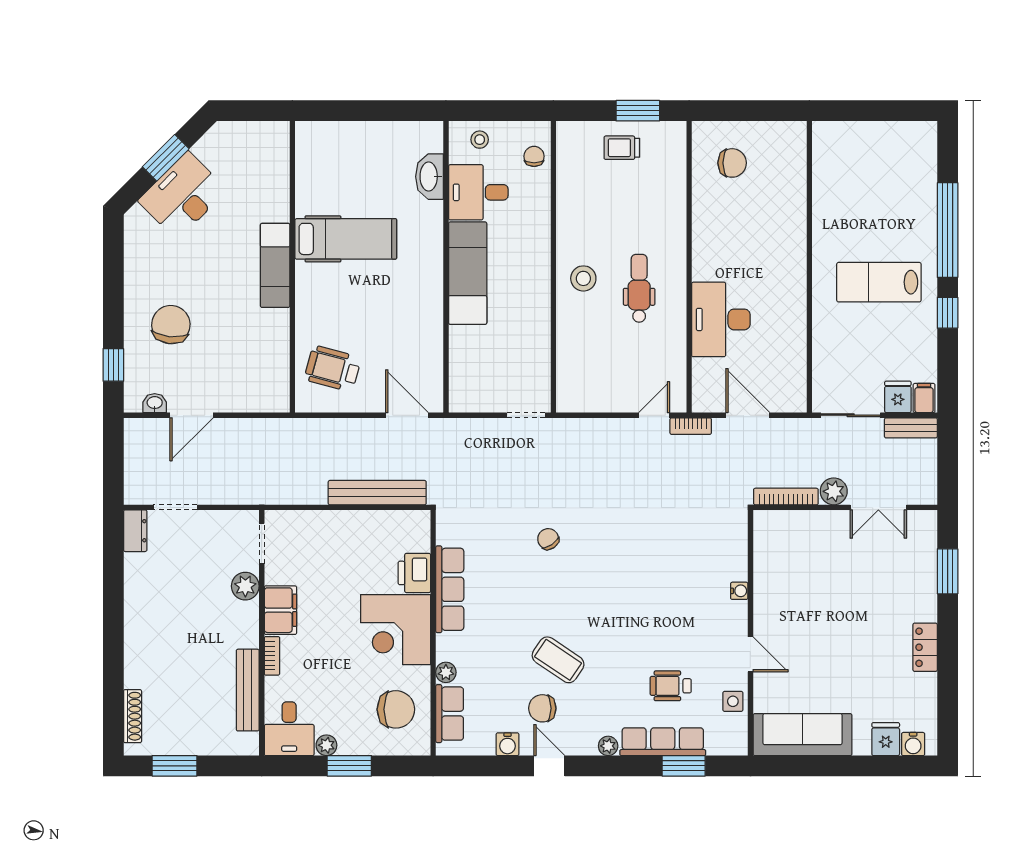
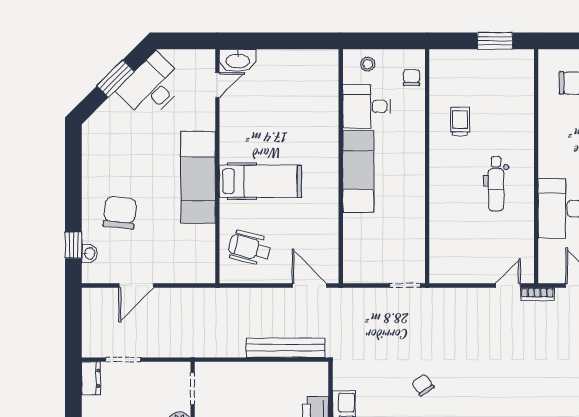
trolley: (622, 148) -> (460, 122), moved, turned 90
door: (292, 166) -> (217, 85), added
washbasin: (429, 177) -> (238, 60), moved, turned -90
desk: (183, 195) -> (152, 87), moved
hospital bed: (346, 239) -> (260, 181), moved
exam couch: (275, 265) -> (198, 177), width x1.36, depth x1.45
stool: (583, 278) -> (451, 176), removed
dental chair: (639, 288) -> (496, 184), turned 180
washbasin: (155, 403) -> (89, 253), moved, turned 90

